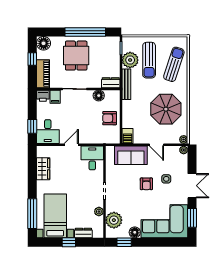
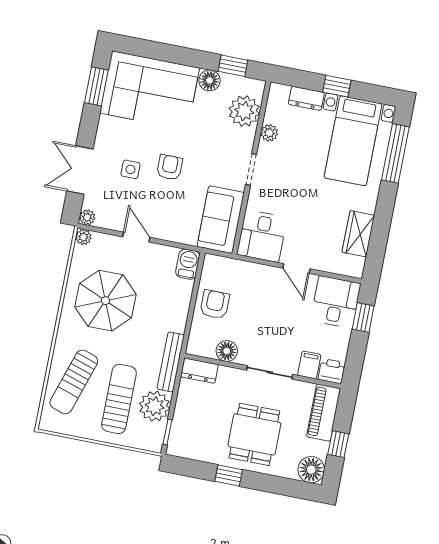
window: (85, 32) -> (229, 475), width x0.32
armchair: (110, 118) -> (215, 304), turned -90
door: (71, 145) -> (296, 269), hinge flipped
sofa: (131, 155) -> (221, 220), moved, turned -90
double door: (192, 186) -> (80, 170), moved

